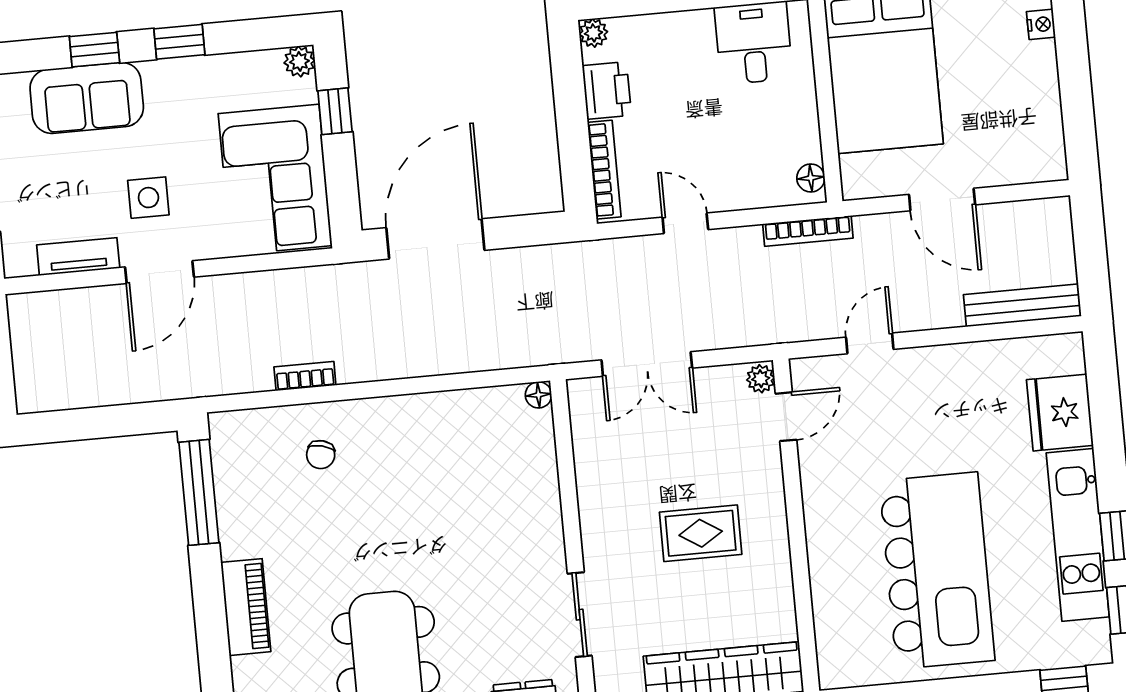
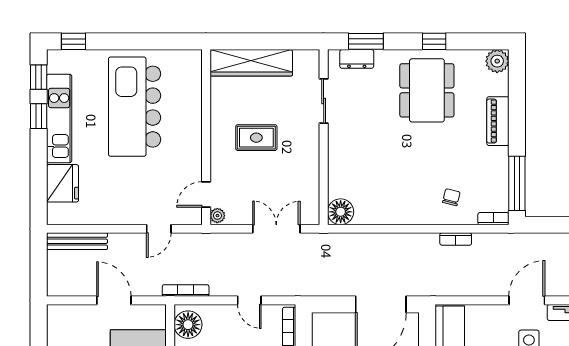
floor lamp: (811, 178) -> (188, 325), width x1.89, depth x1.89
floor lamp: (538, 395) -> (341, 212), width x1.89, depth x1.89
bookcase: (237, 421) -> (493, 219), added

